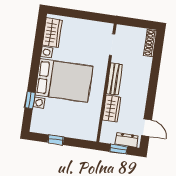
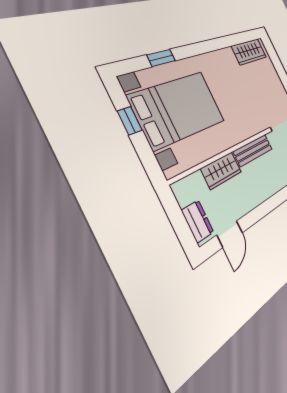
bed with nightstands: (64, 81) -> (179, 109), moved, turned -90
window: (118, 149) -> (178, 220), removed

